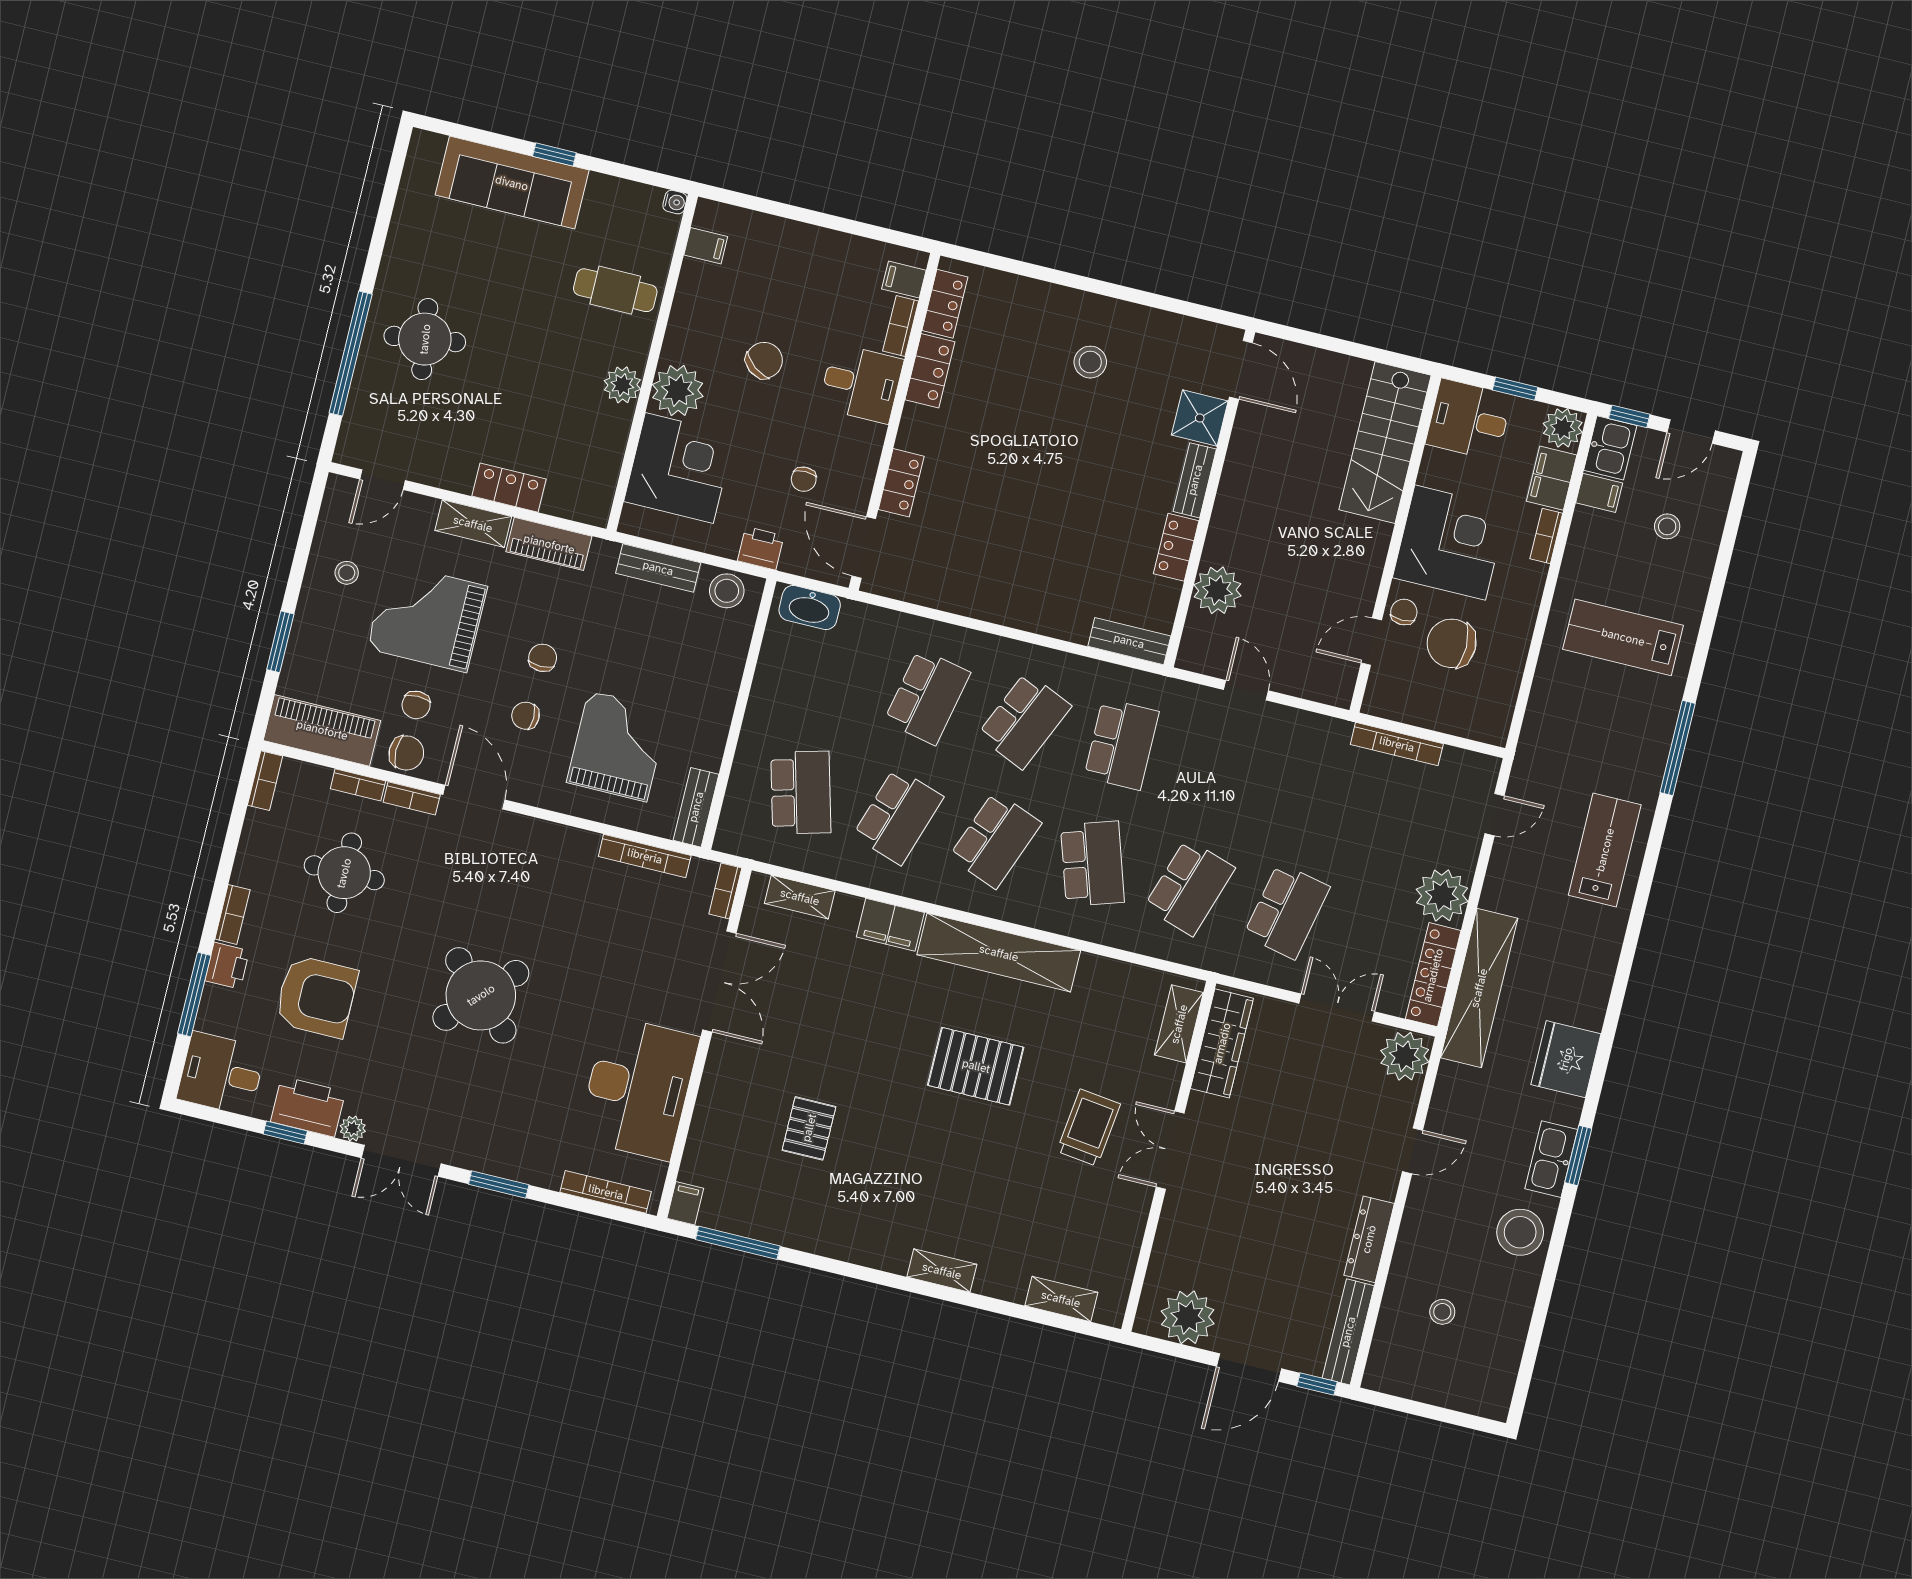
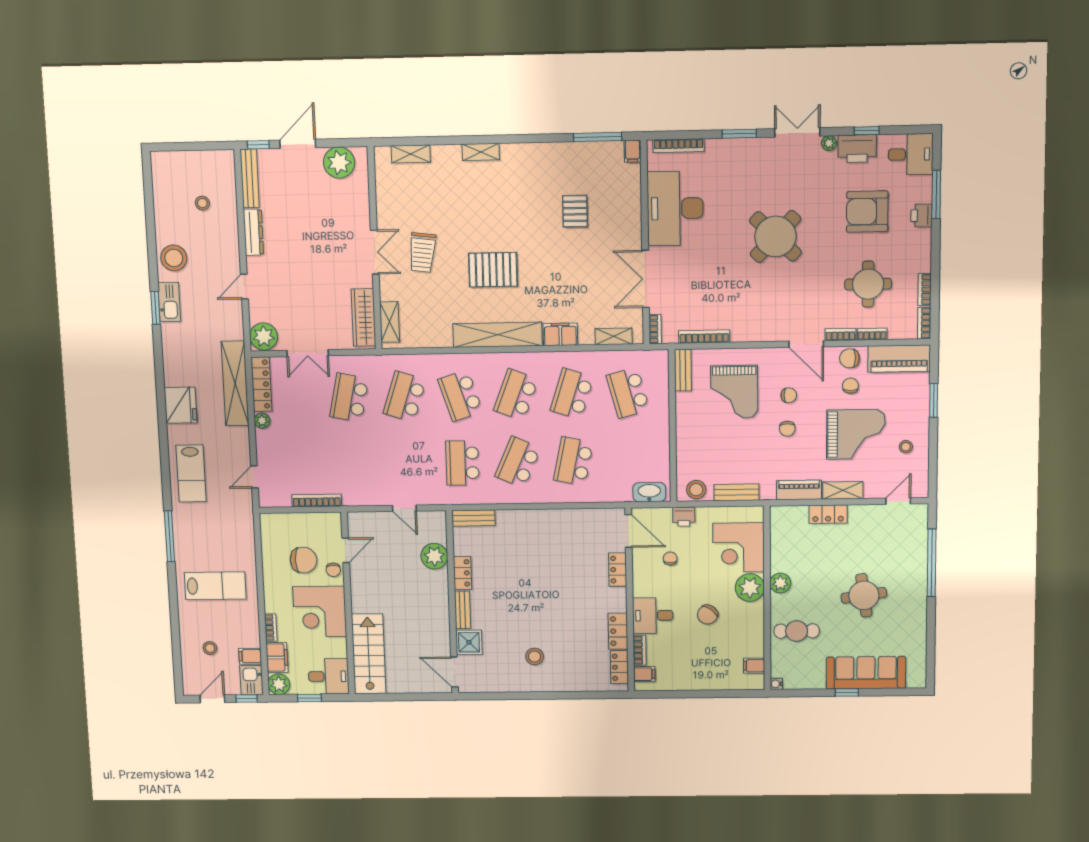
round table: (425, 339) -> (864, 595), moved
plant: (1442, 895) -> (262, 421), width x0.53, depth x0.53
bookcase: (232, 914) -> (925, 290), moved
fridge: (1566, 1059) -> (181, 405), moved

